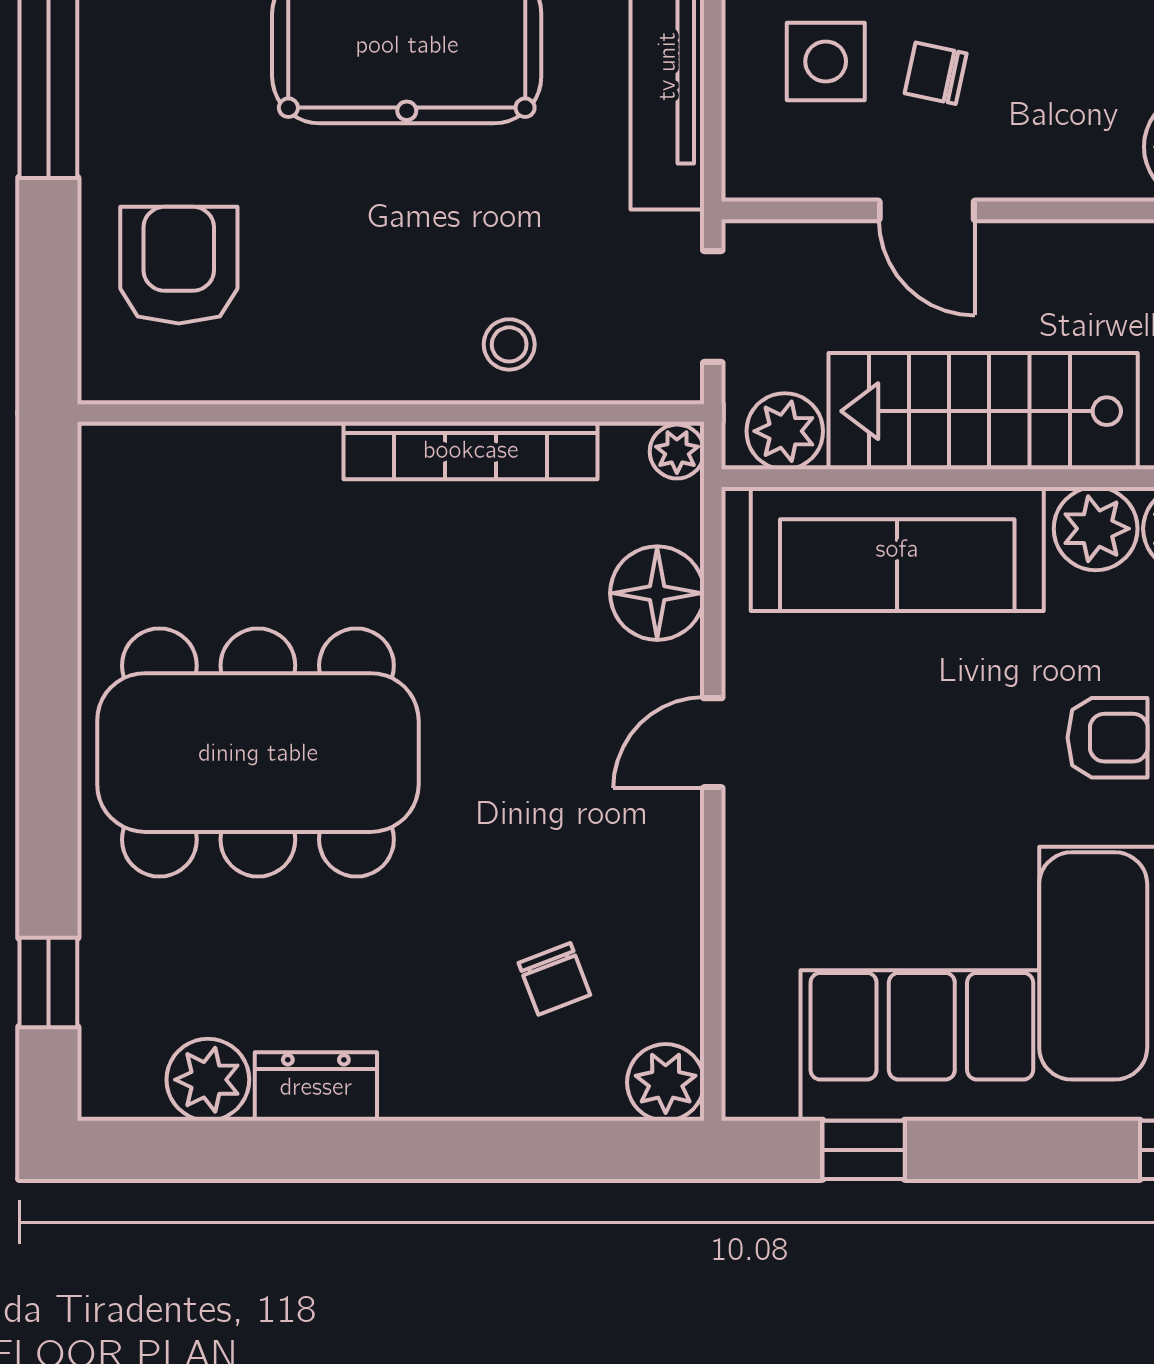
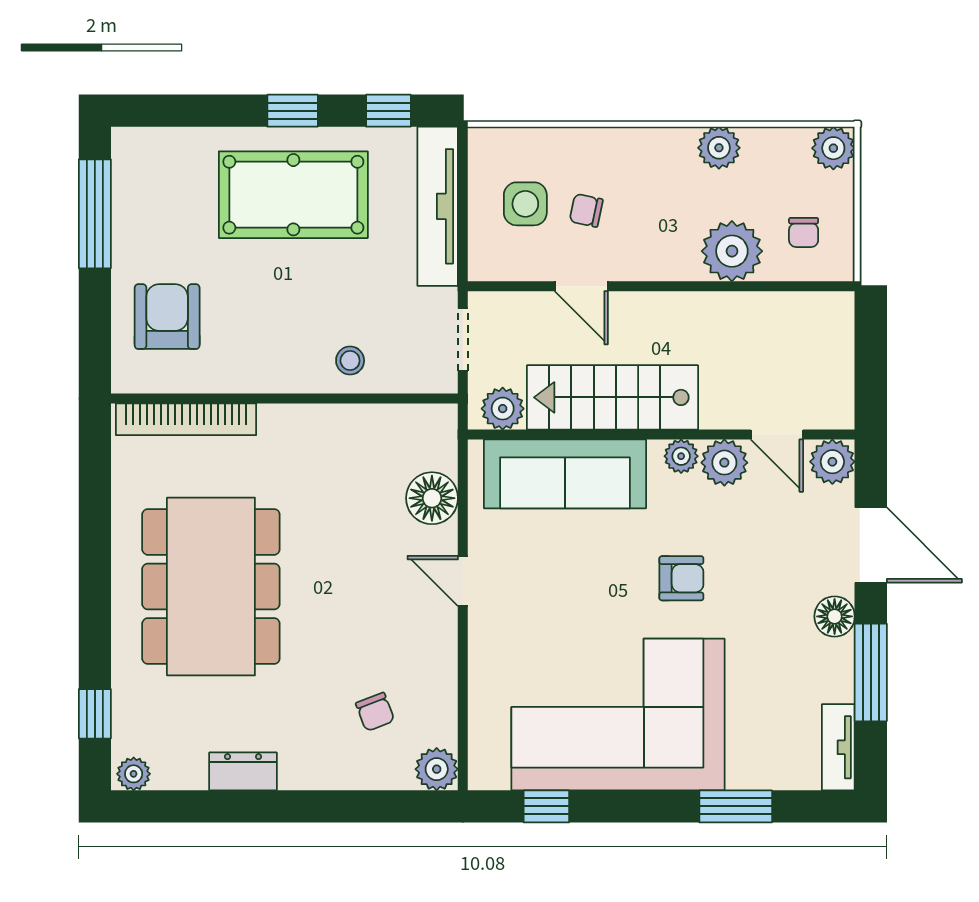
bookcase: (471, 450) -> (186, 419), moved
plant: (677, 452) -> (443, 420), removed
plant: (1096, 529) -> (681, 456), width x0.73, depth x0.73
door: (713, 743) -> (463, 581), hinge flipped
dining table: (258, 753) -> (211, 586), turned 90
plant: (208, 1080) -> (134, 774), moved, width x0.73, depth x0.73

